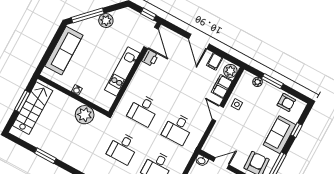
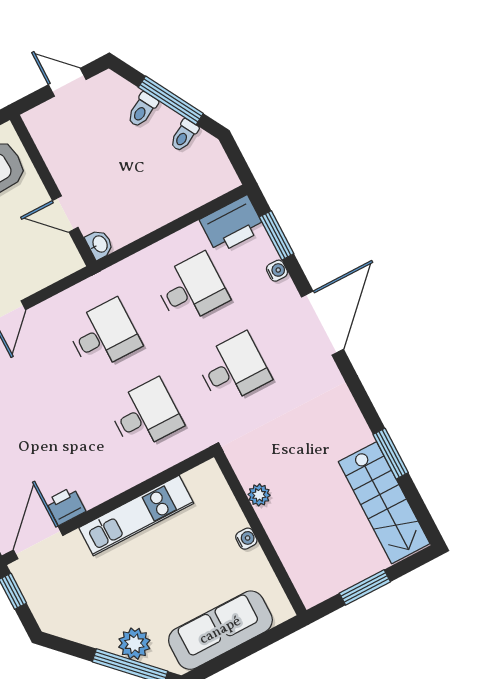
plant: (106, 21) -> (134, 644), moved
stairs: (33, 108) -> (384, 503), moved, turned -90
plant: (85, 115) -> (259, 495), width x0.53, depth x0.53

